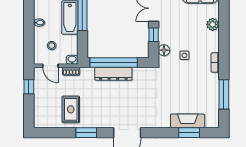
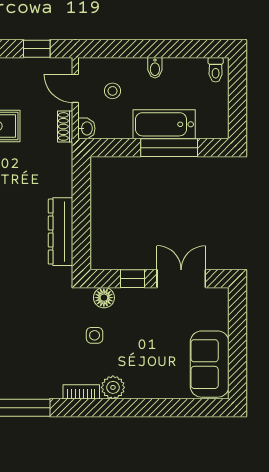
plant: (213, 24) -> (113, 387), moved
window: (114, 62) -> (81, 205), removed
door: (50, 66) -> (75, 88), hinge flipped
dresser: (113, 74) -> (61, 232), moved

